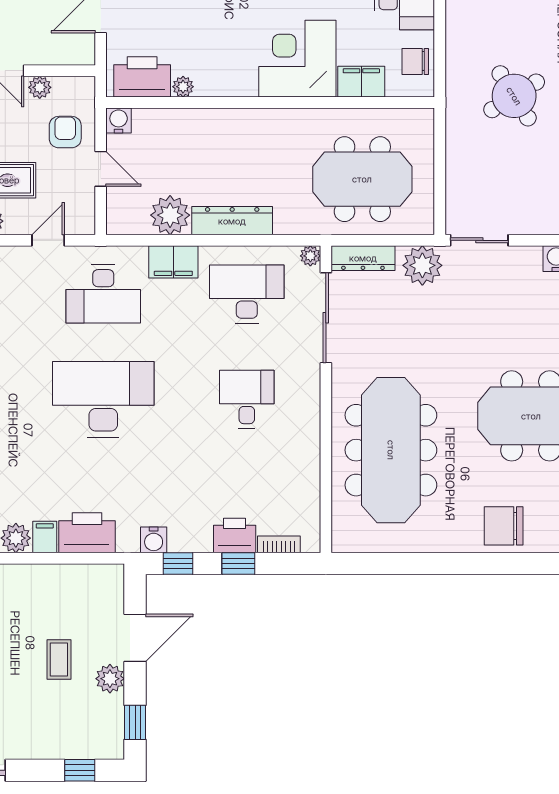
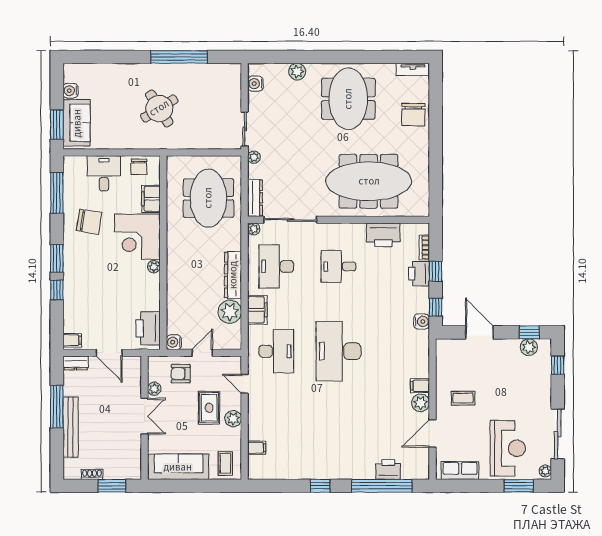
plant: (183, 87) -> (154, 267), moved
plant: (422, 265) -> (254, 157), width x0.53, depth x0.53
printer: (87, 533) -> (383, 235), moved, turned -90
coffee table: (59, 660) -> (463, 398), moved
plant: (110, 679) -> (529, 347), moved

